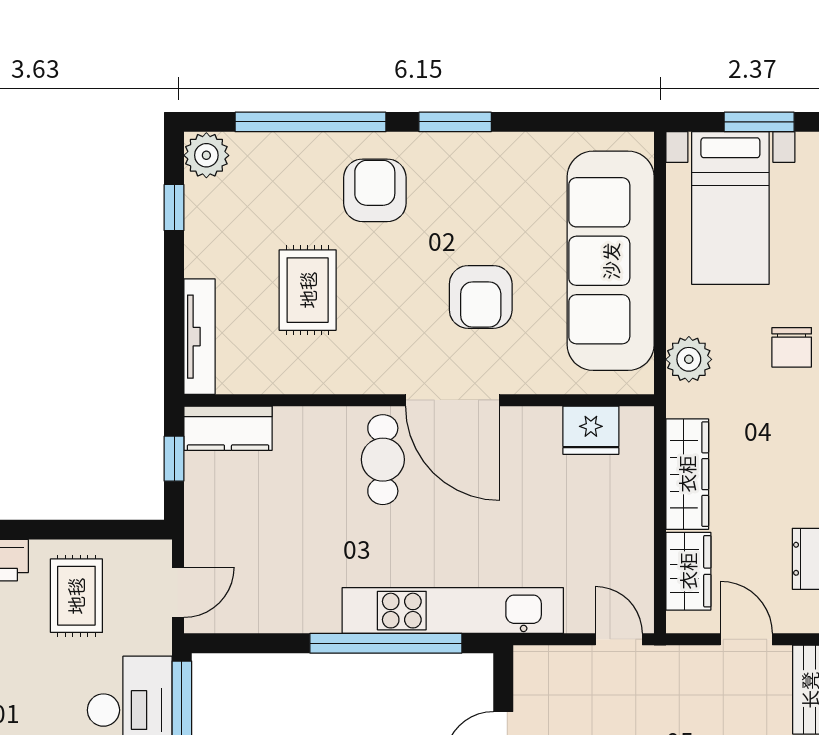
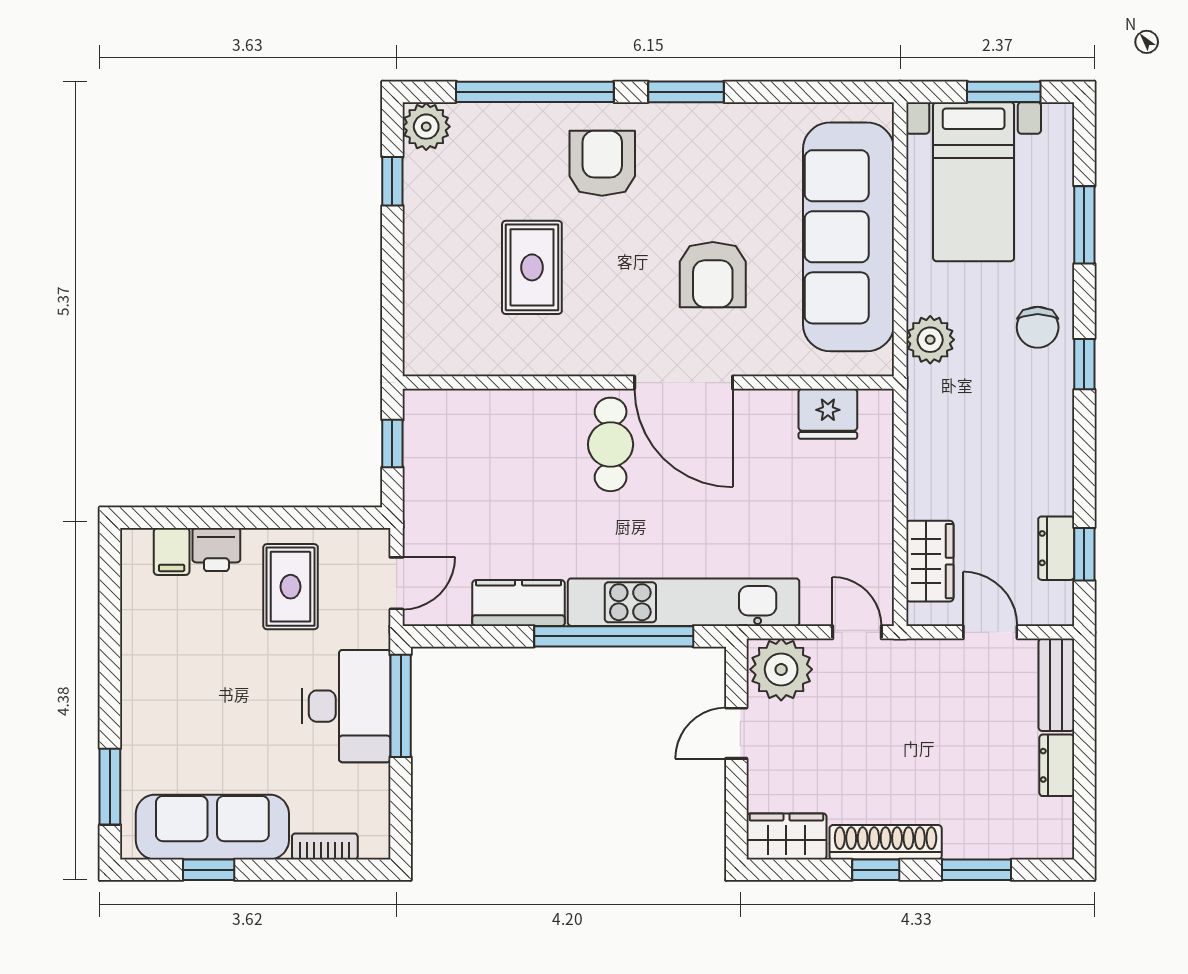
tv unit: (199, 337) -> (419, 316), removed
kitchen counter: (228, 428) -> (518, 603), moved, turned 180
wardrobe: (687, 474) -> (929, 460), removed
plant: (546, 675) -> (781, 669), added

